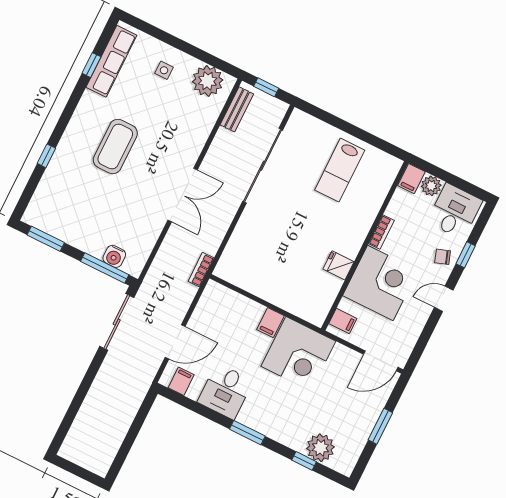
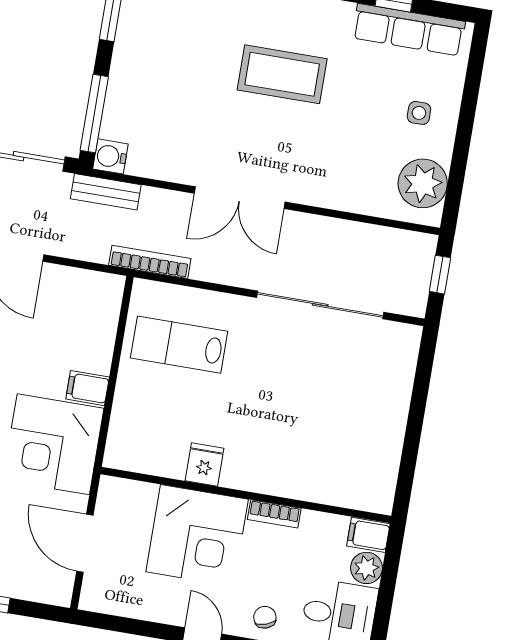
bench: (237, 109) -> (106, 192), moved
lab bench: (340, 170) -> (179, 345), moved
water cooler: (114, 256) -> (110, 156), moved
bookcase: (201, 270) -> (150, 262), width x1.56
filing cabinet: (343, 321) -> (123, 496), removed
door: (381, 361) -> (85, 543), moved

